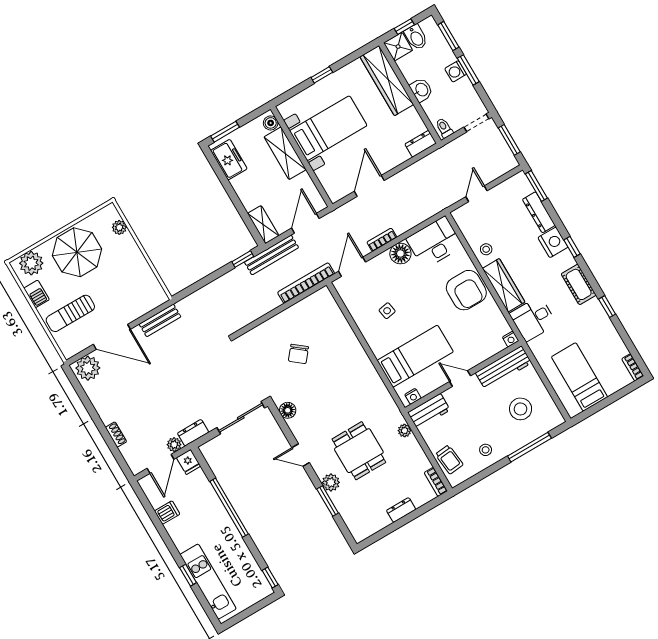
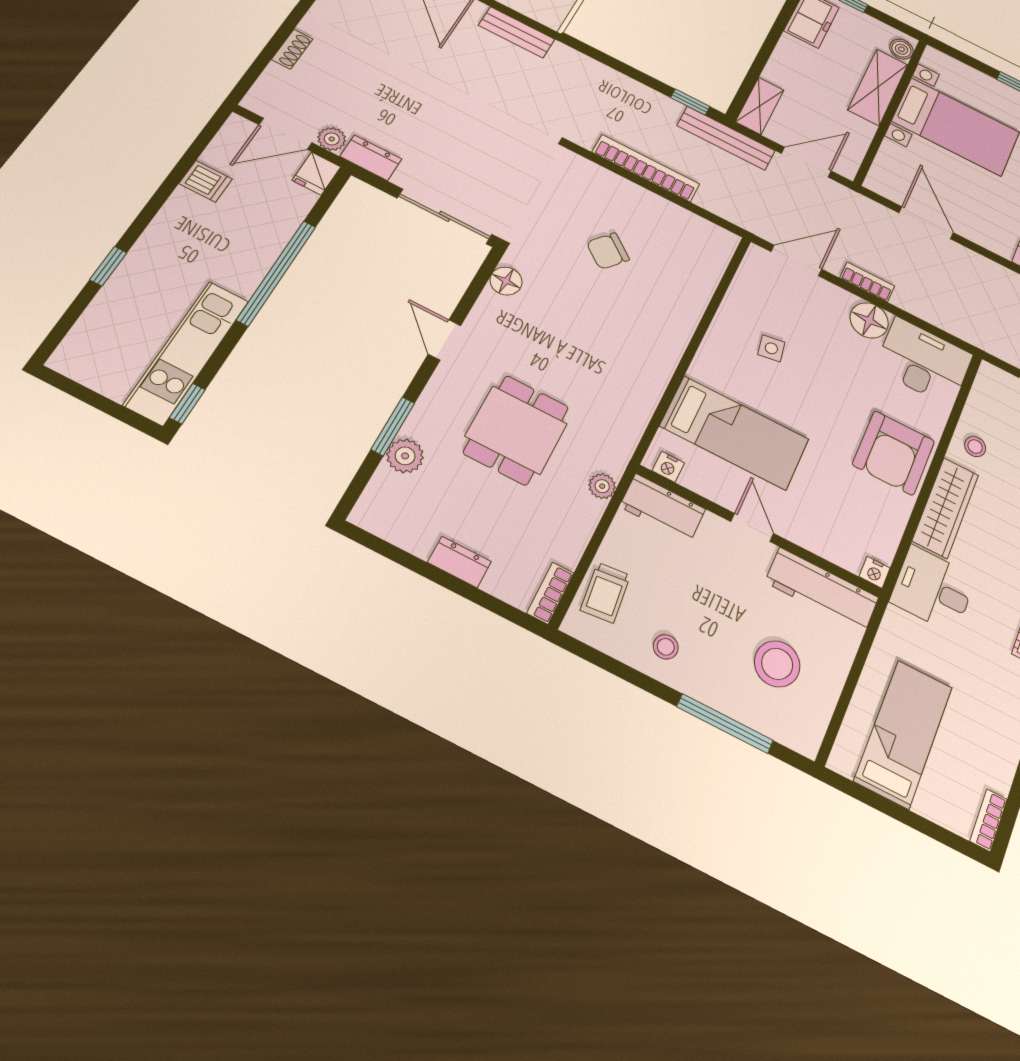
door: (369, 186) -> (926, 223), hinge flipped
bookcase: (306, 283) -> (646, 168), moved
plant: (331, 482) -> (405, 456), moved
kitchen unit: (208, 582) -> (187, 352), moved, turned 180

